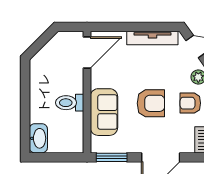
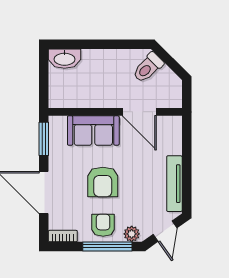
door: (87, 53) -> (139, 112), moved
toilet: (70, 103) -> (148, 68), moved, turned -135

